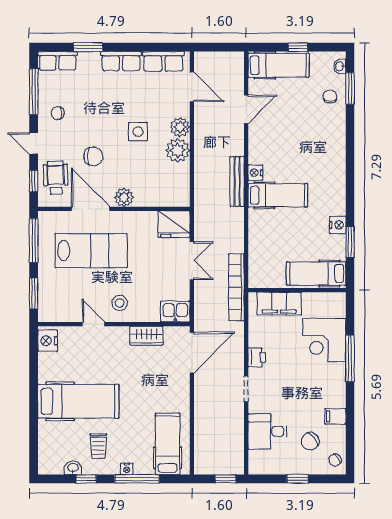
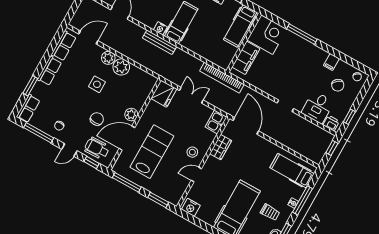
corner desk: (324, 340) -> (267, 35), moved, turned -90
printer: (257, 357) -> (331, 123), moved
window: (298, 479) -> (349, 117), moved

